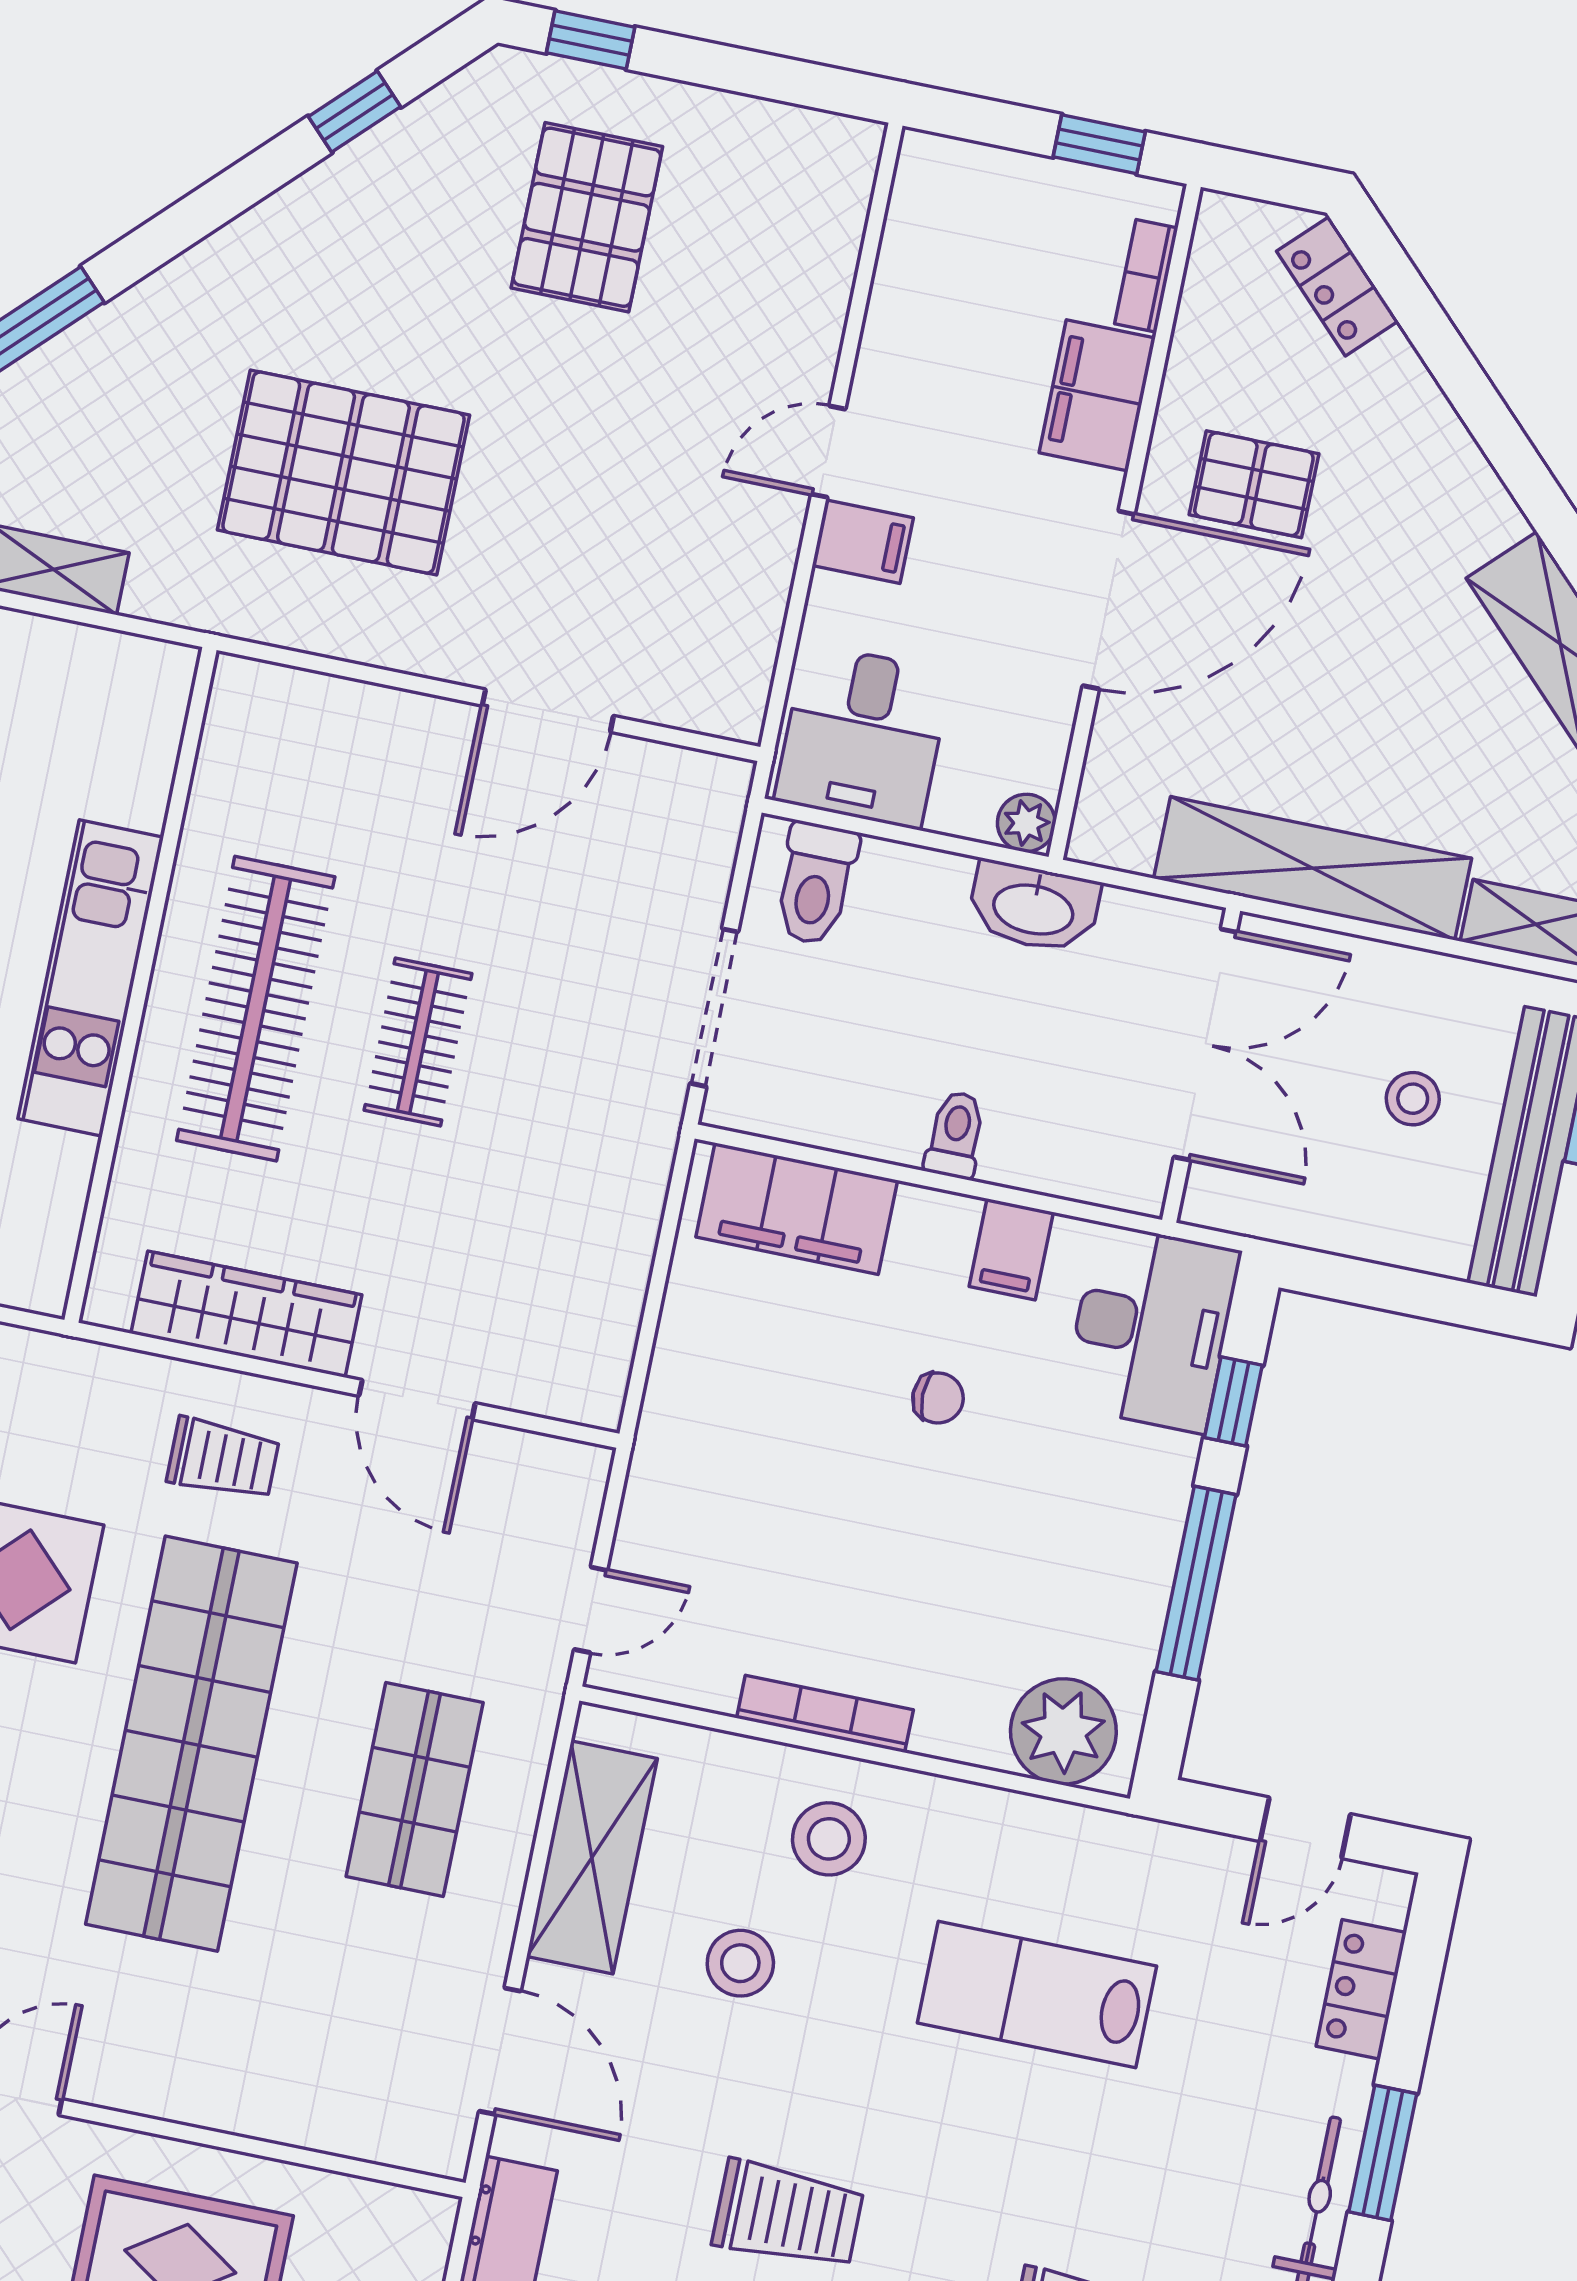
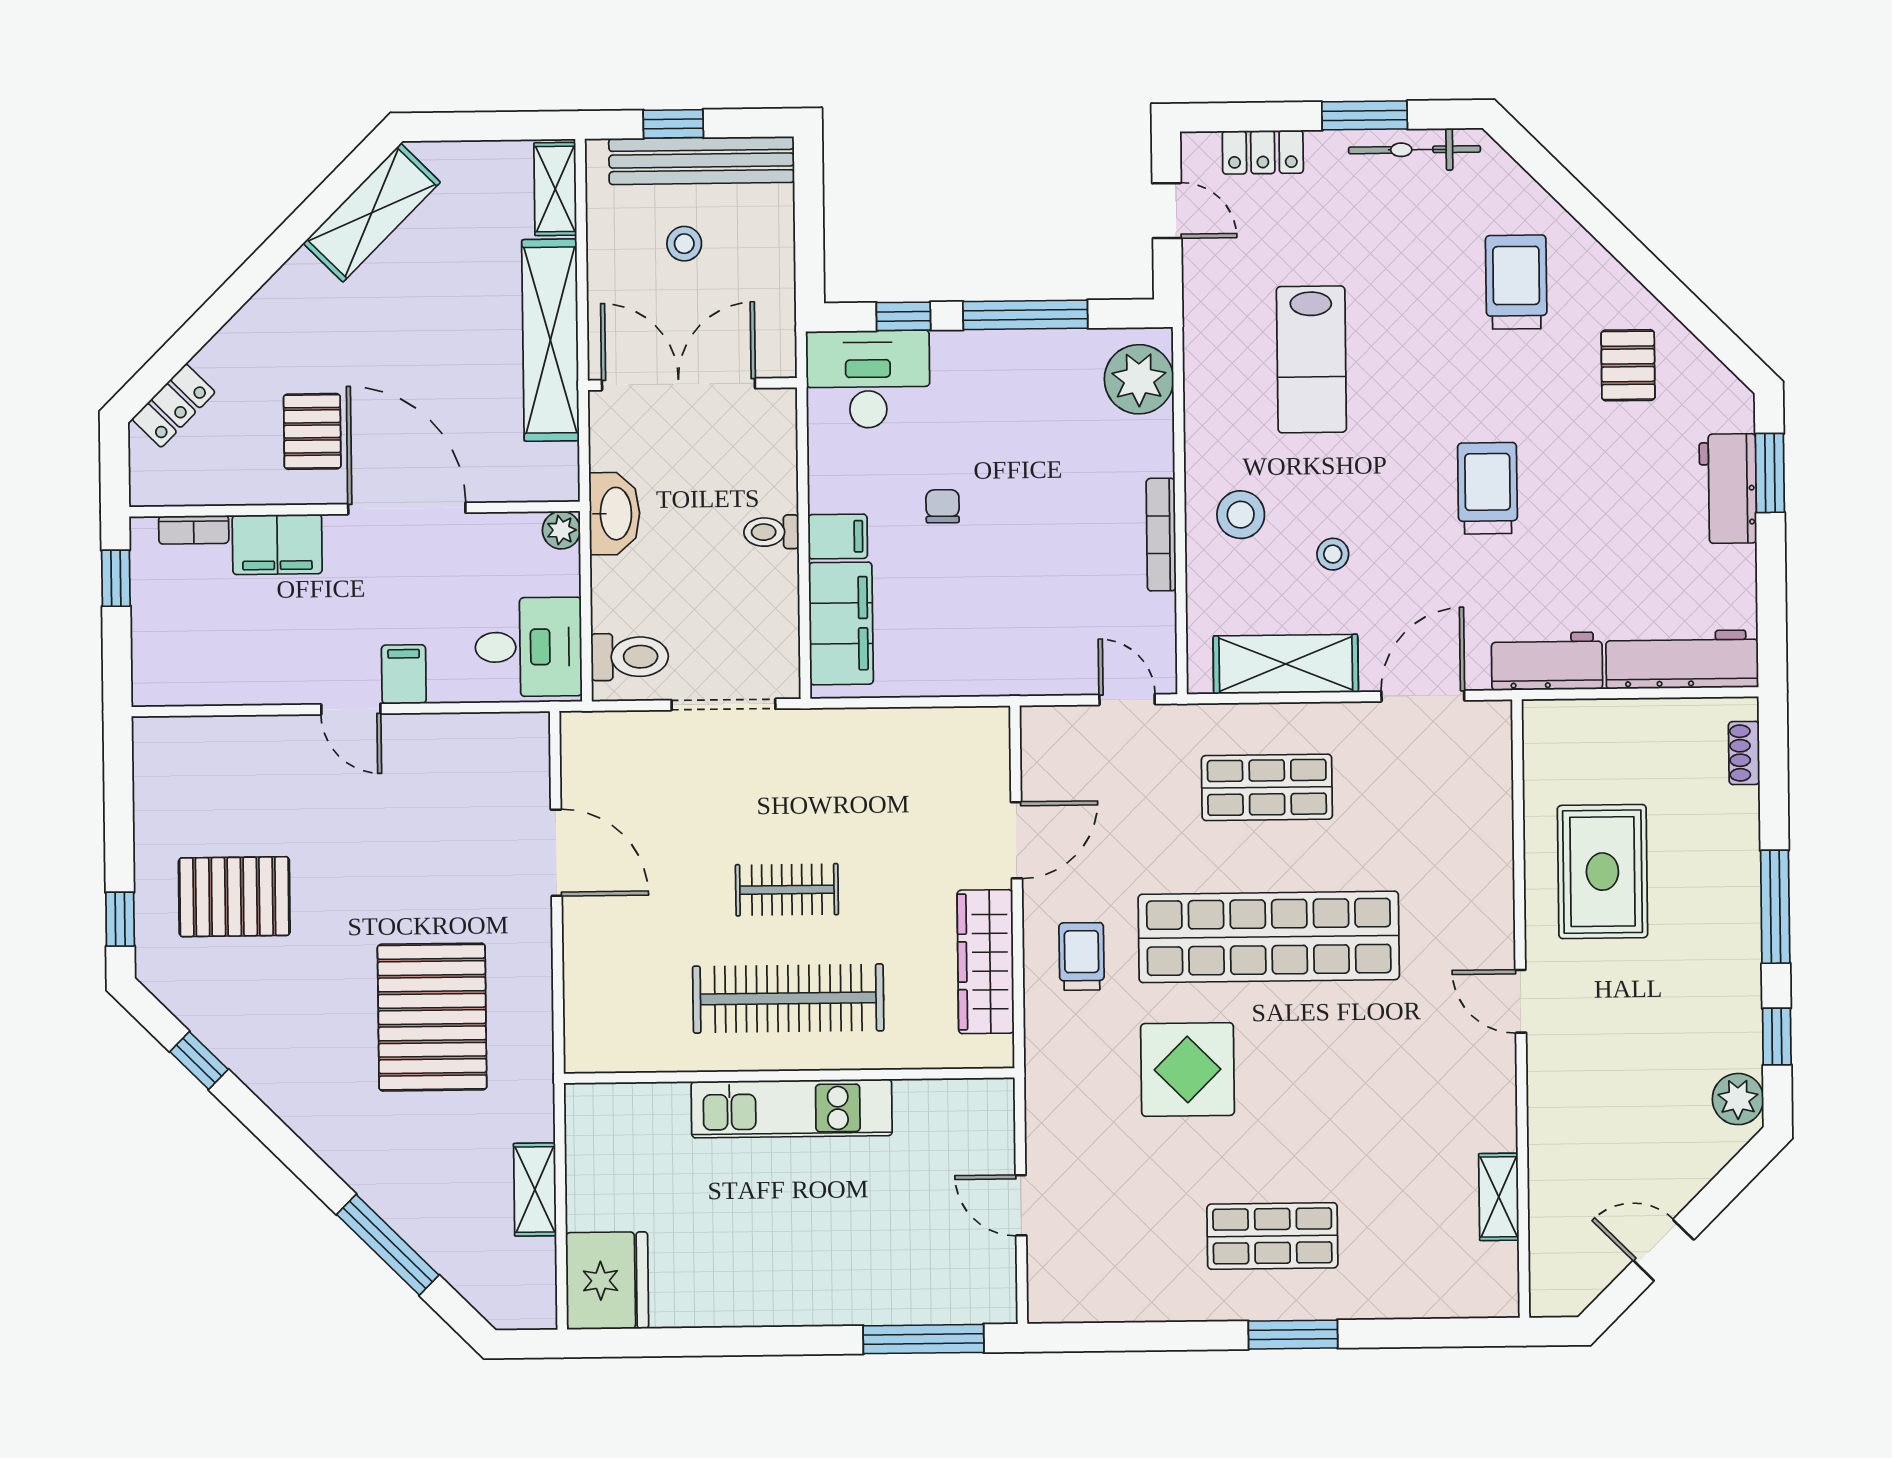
filing cabinet: (1011, 1249) -> (838, 537), moved
stool: (740, 1963) -> (1333, 554), width x0.73, depth x0.73

